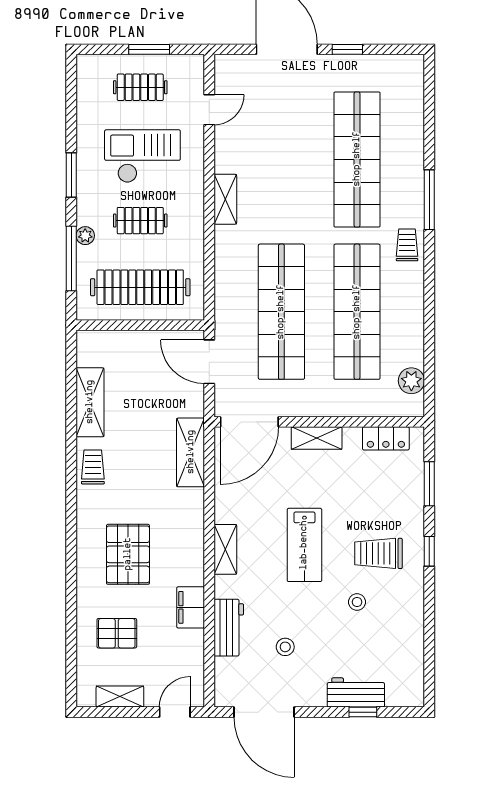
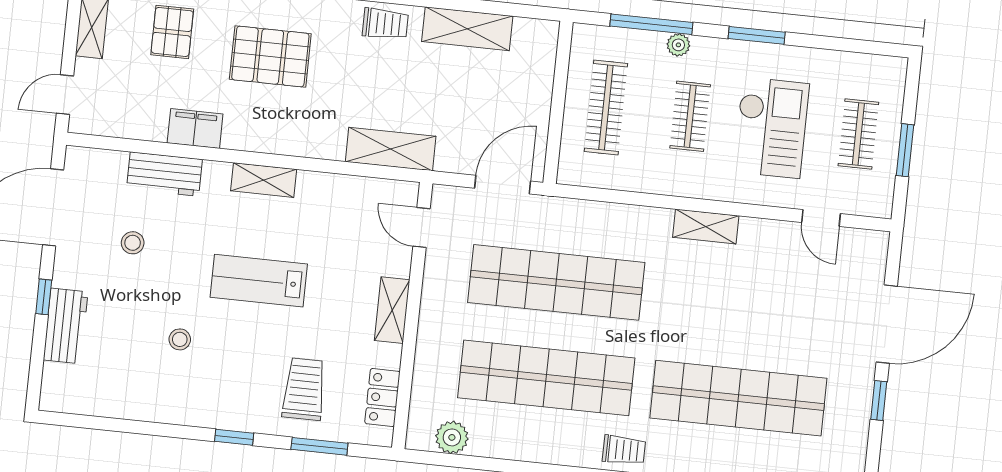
clothes rail: (140, 287) -> (606, 107), width x0.73, depth x0.76
door: (249, 422) -> (421, 228), width x0.53
trolley: (378, 553) -> (304, 389), moved
door: (175, 712) -> (65, 95), swing flipped
window: (363, 712) -> (44, 297), moved

